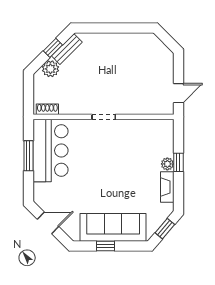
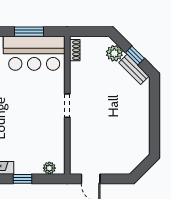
plant: (167, 164) -> (49, 168), moved

